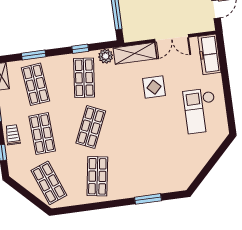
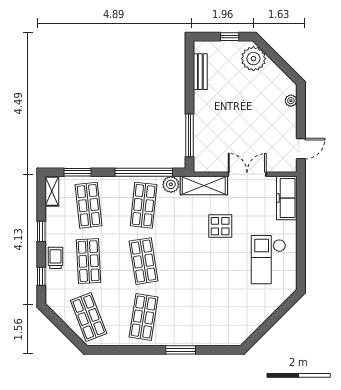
double door: (172, 38) -> (247, 174), swing flipped
window: (80, 49) -> (144, 172), width x3.17
window: (34, 55) -> (77, 172), moved
shop shelf: (91, 127) -> (144, 261), turned -33
window: (148, 199) -> (181, 350), moved

